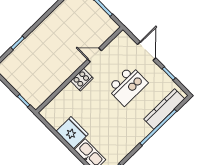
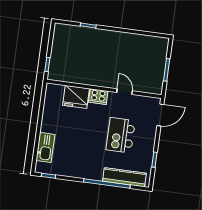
door: (147, 51) -> (160, 115), moved
kitchen island: (127, 86) -> (121, 135), turned 90
fridge: (72, 133) -> (76, 97), moved, turned 90

